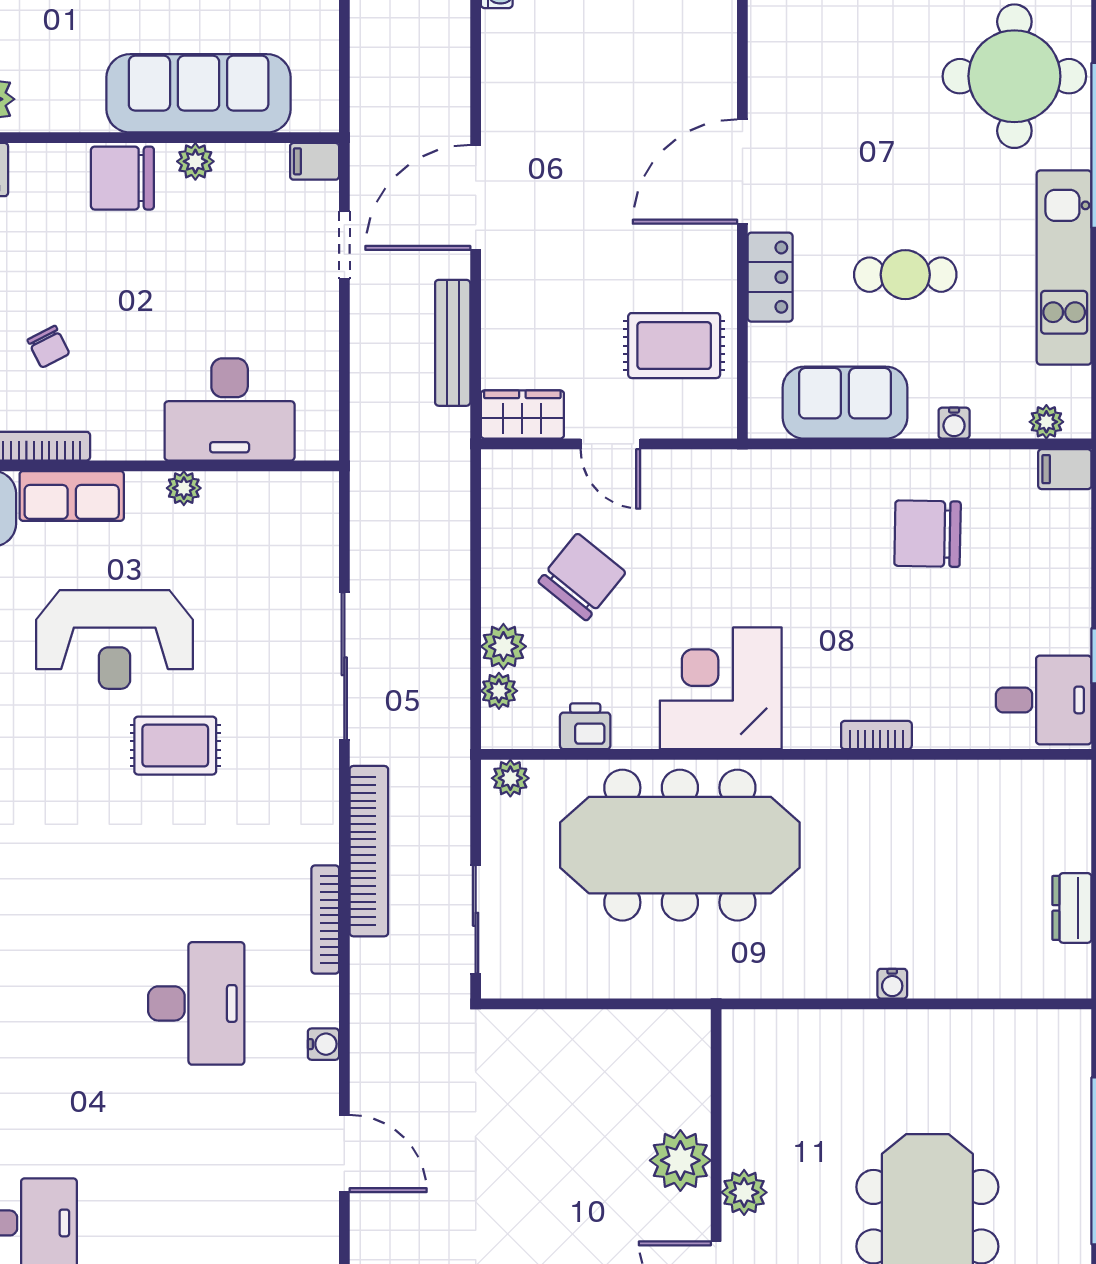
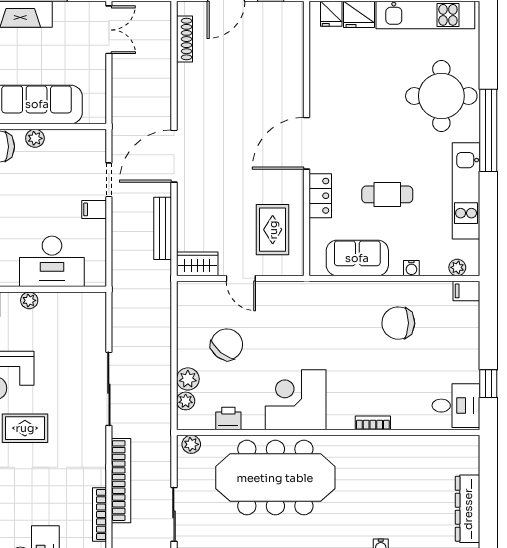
filing cabinet: (315, 161) -> (94, 209), moved
rug: (674, 346) -> (273, 230), turned 90
dresser: (1072, 908) -> (468, 509), width x1.96, depth x1.24

